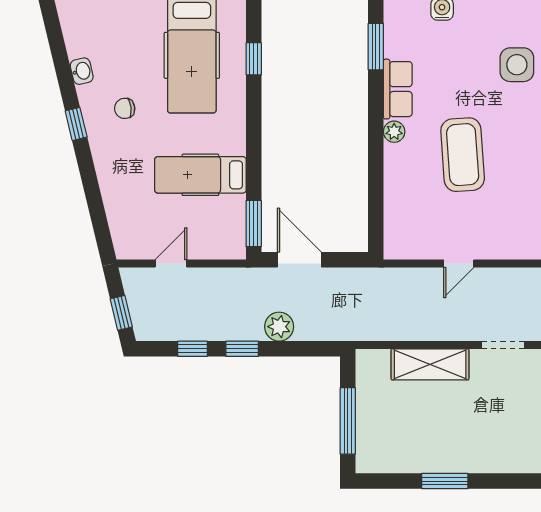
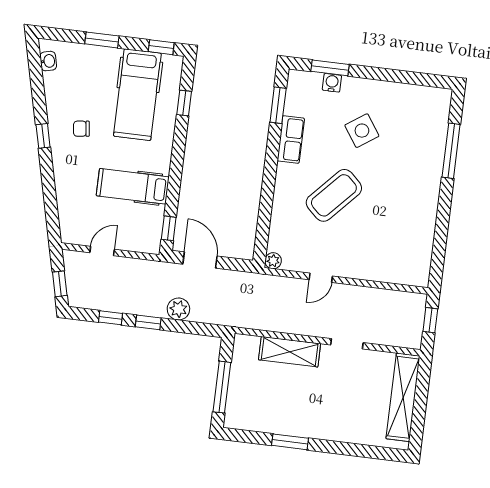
side table: (517, 65) -> (362, 131), moved, turned -34
washbasin: (82, 71) -> (48, 61), moved
plant: (394, 132) -> (273, 261), moved
coffee table: (463, 155) -> (334, 195), turned 47
window: (254, 224) -> (169, 228), width x0.67

